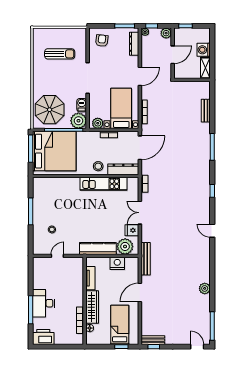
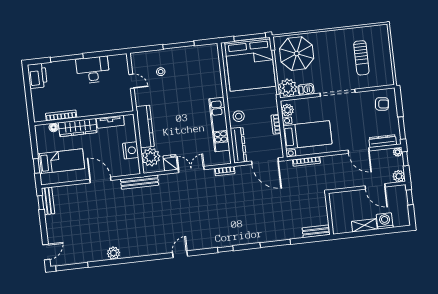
door: (140, 76) -> (359, 150), moved
wall: (192, 80) -> (329, 214), moved
desk: (44, 303) -> (93, 70), moved

